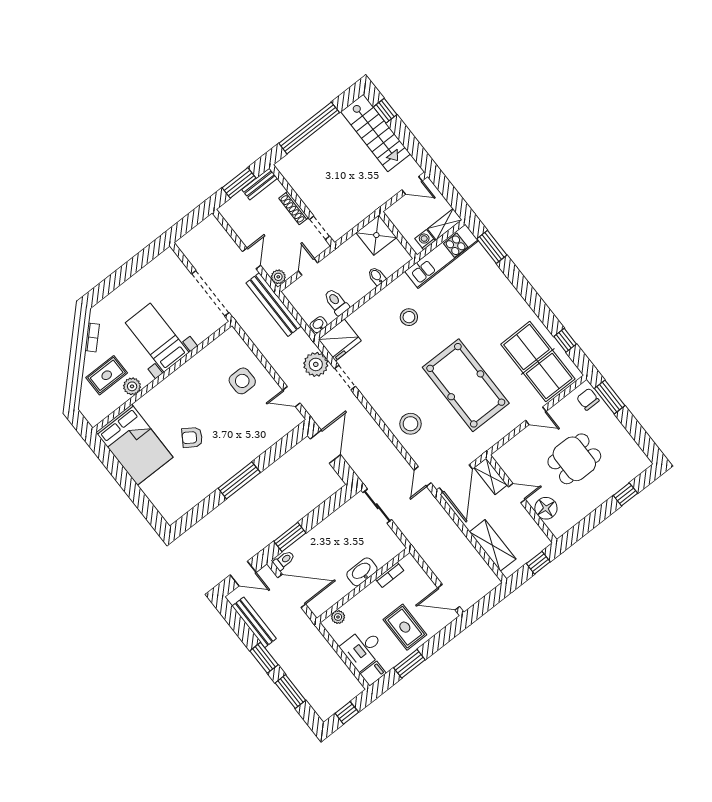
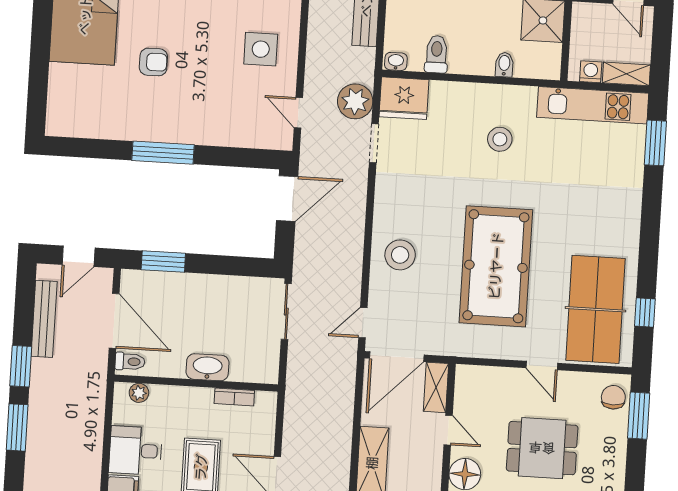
armchair: (192, 437) -> (153, 62), turned 147
toilet: (284, 560) -> (130, 362), moved
door: (243, 574) -> (79, 256), hinge flipped

